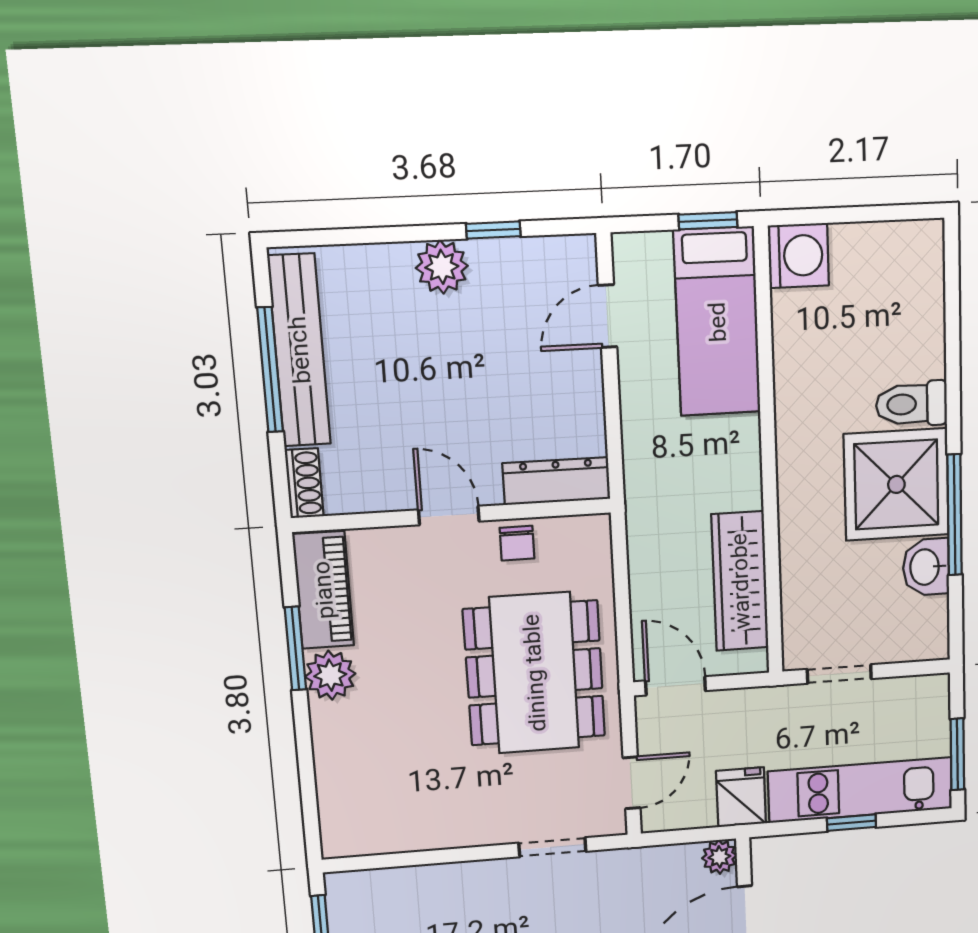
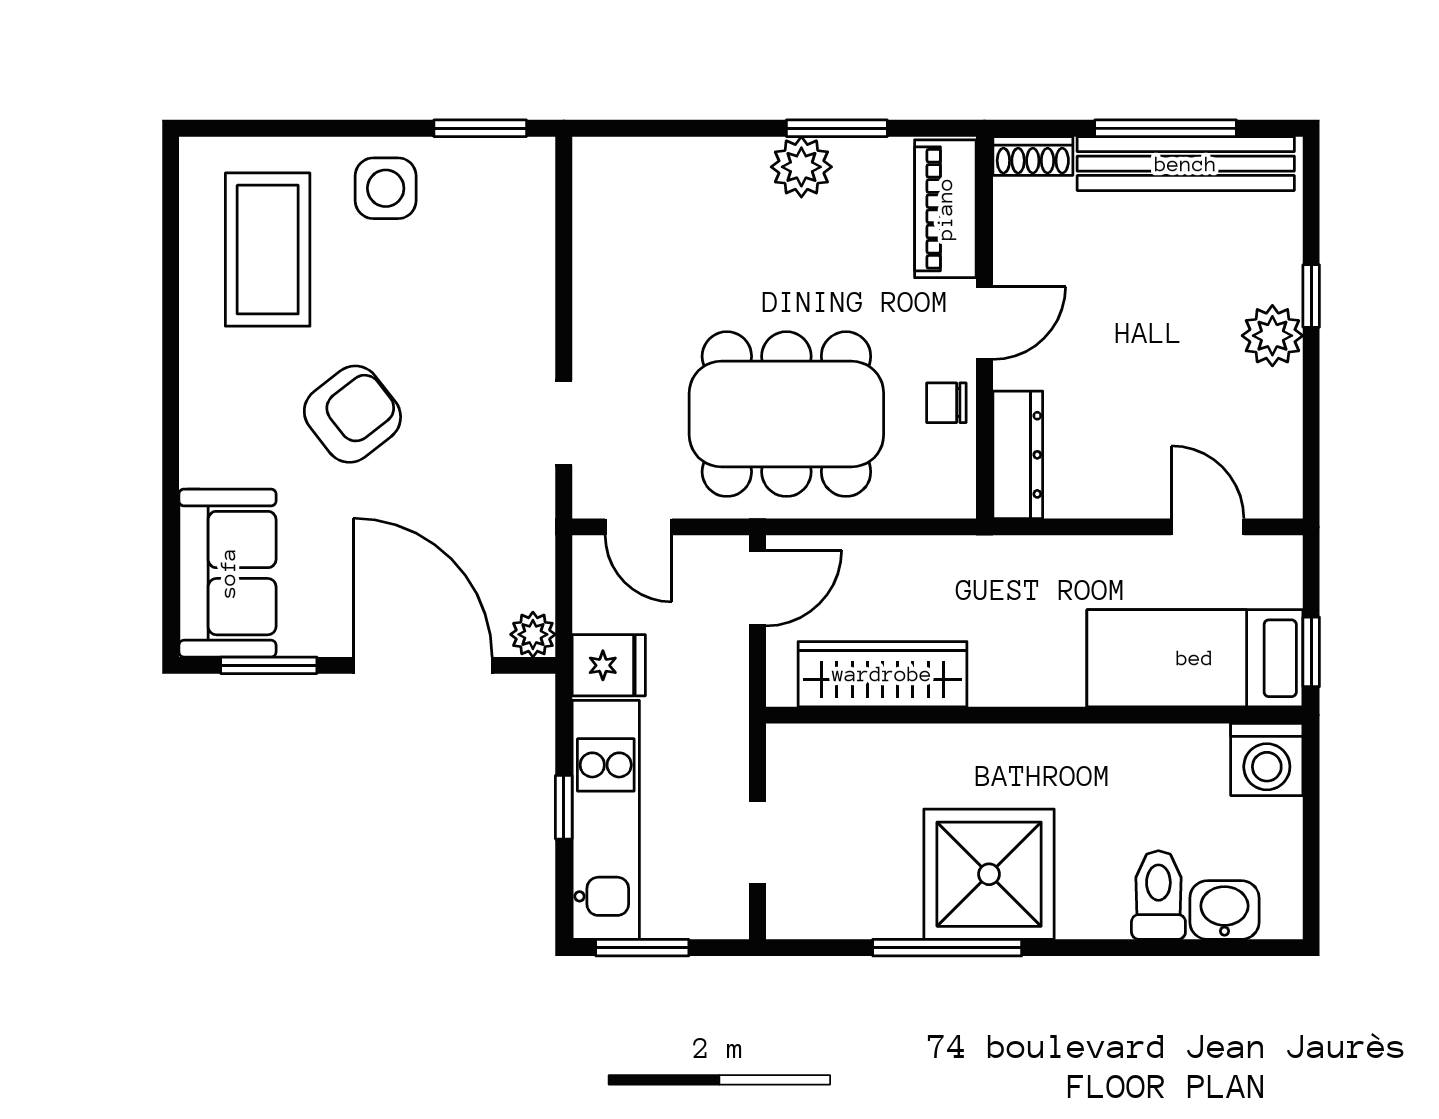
window: (493, 230) -> (1311, 296), moved
toilet: (912, 404) -> (1158, 895), moved
washbasin: (926, 567) -> (1224, 910), moved
piano: (323, 590) -> (945, 209), moved, turned 90
doorway: (839, 674) -> (758, 842), moved

